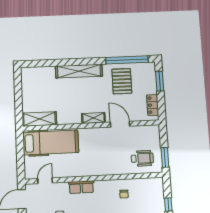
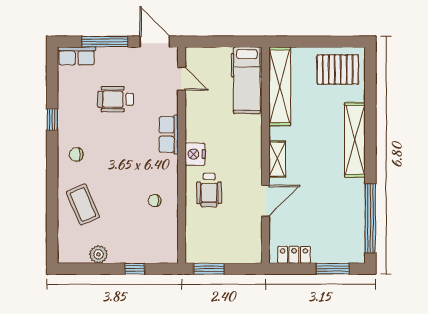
pallet: (122, 81) -> (338, 69), moved
shelving: (39, 119) -> (280, 86), width x1.47
hospital bed: (51, 142) -> (247, 80), width x0.73, depth x0.78
wheelchair: (142, 158) -> (209, 190), moved
nightstand: (93, 170) -> (195, 154), added

